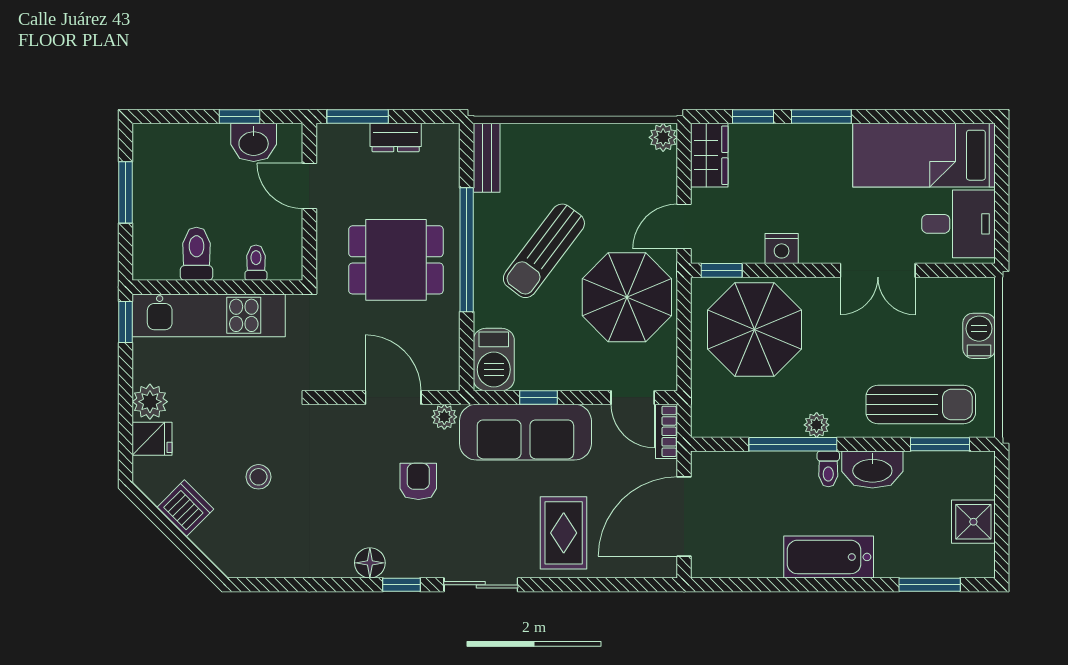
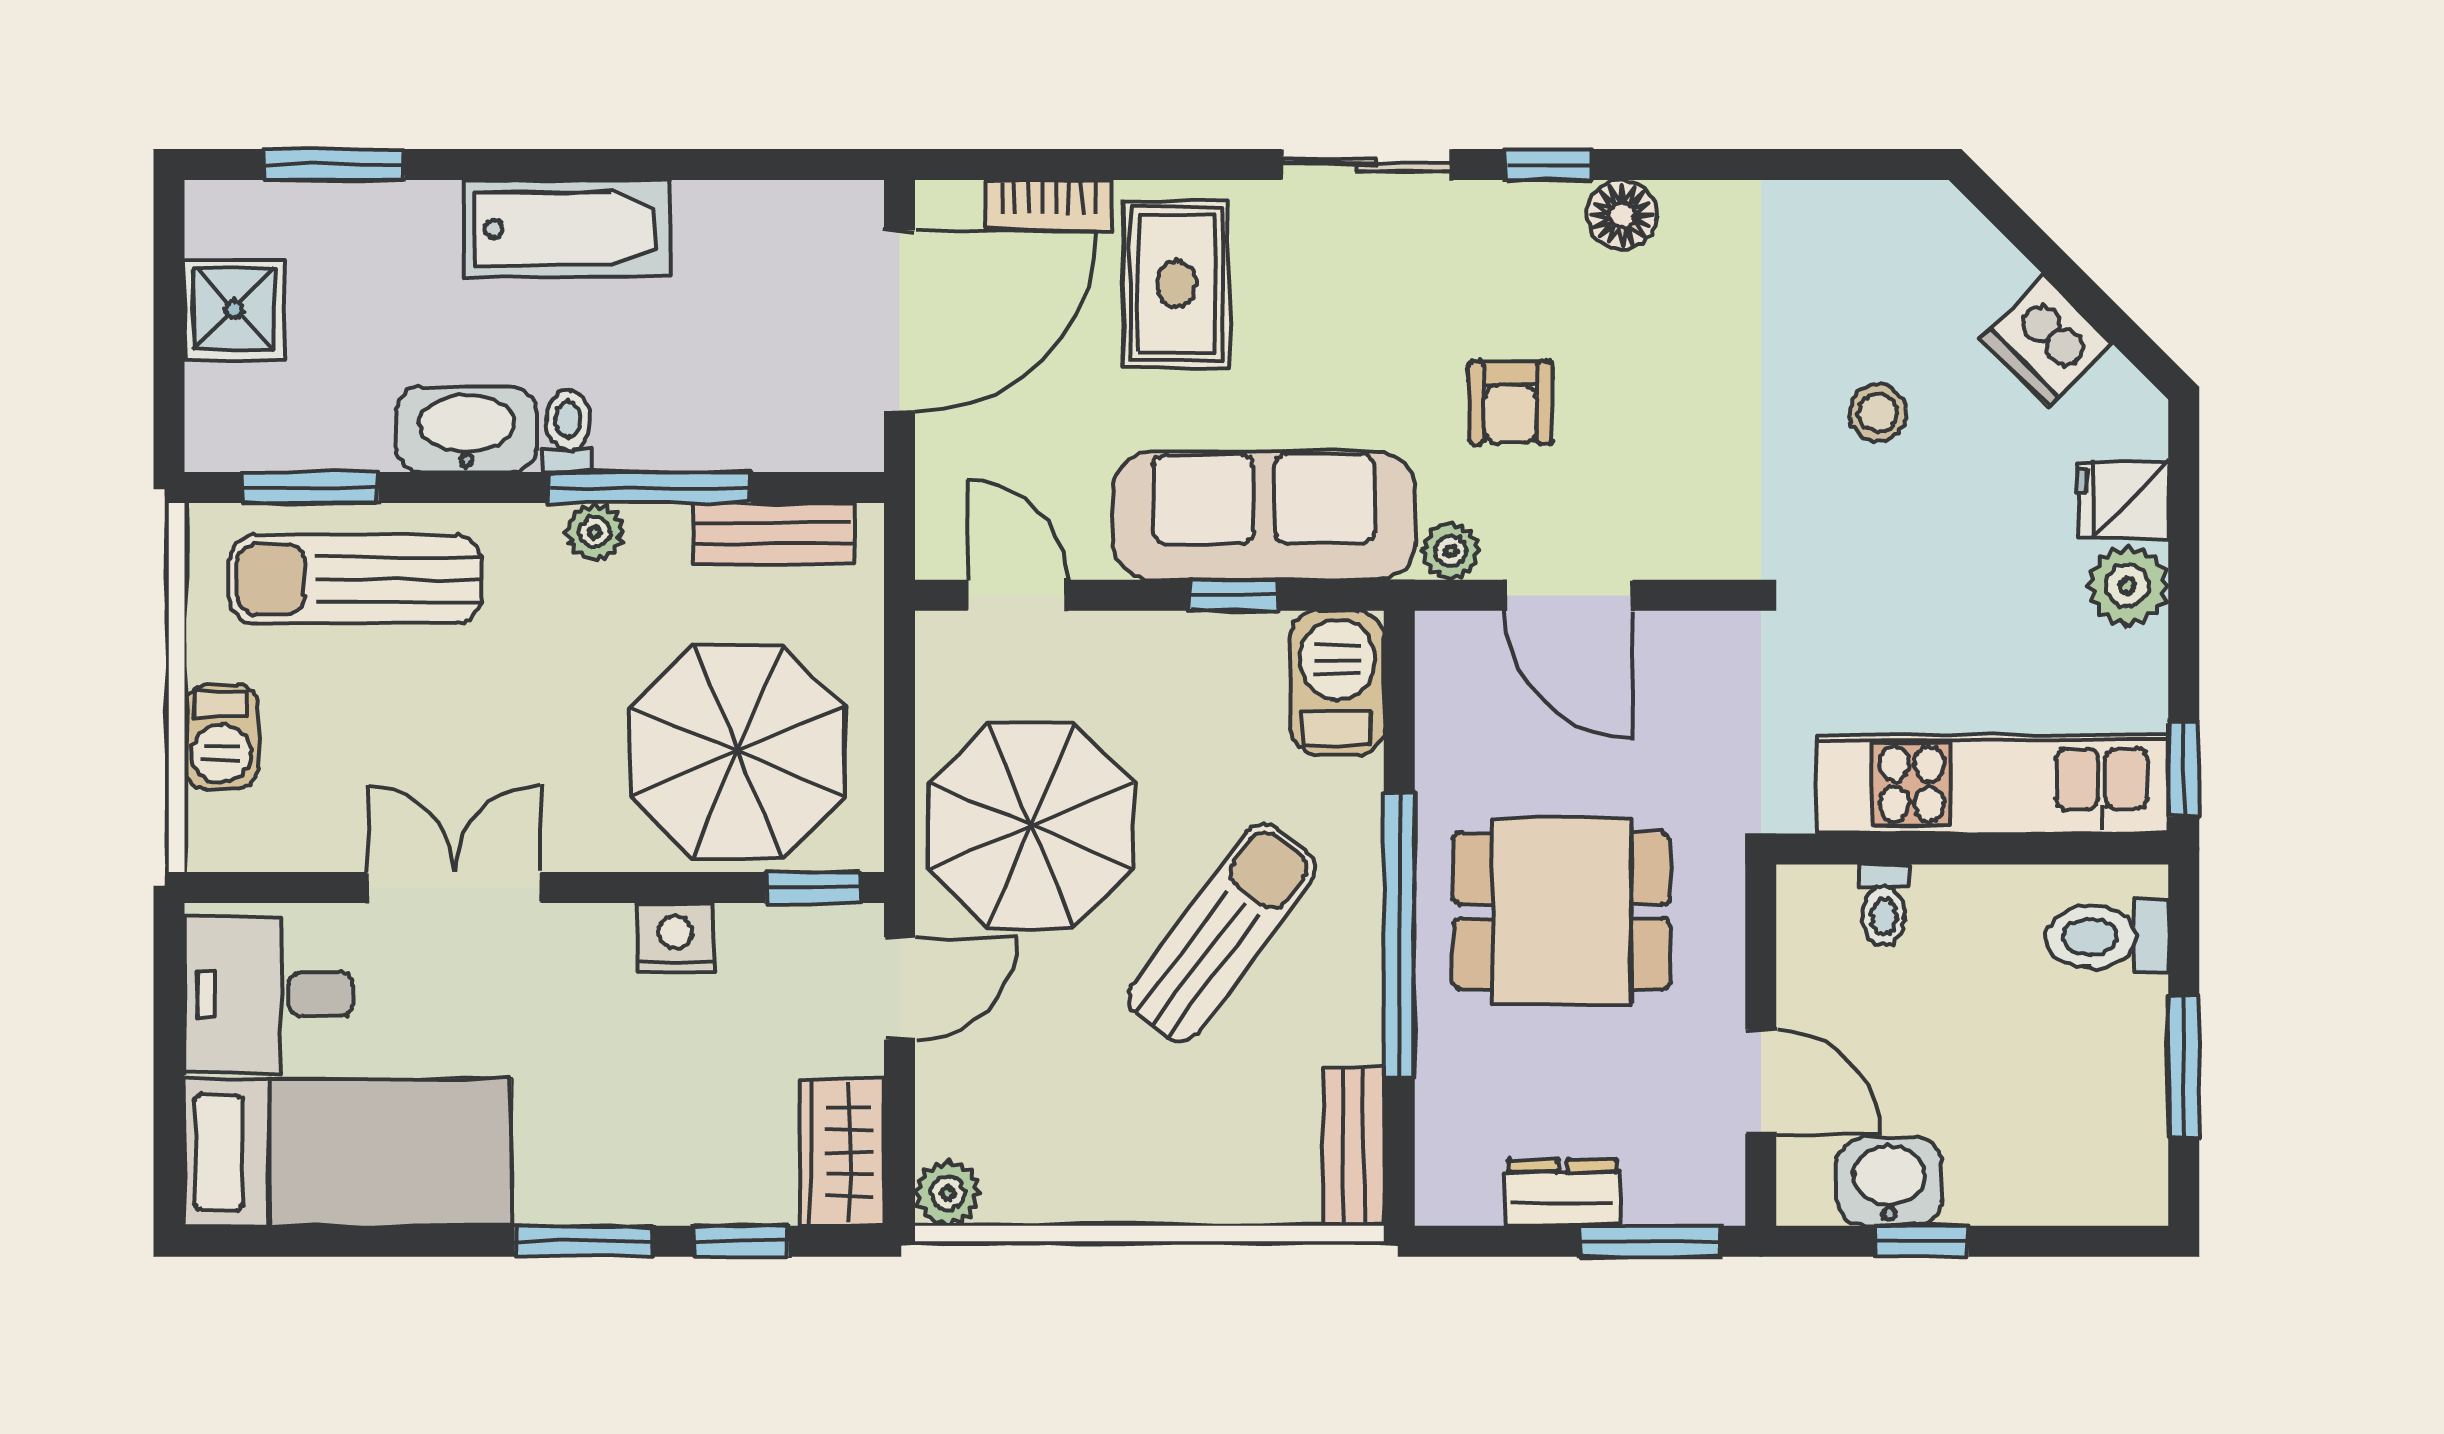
toilet: (196, 254) -> (2107, 937), moved, turned 90
bench: (739, 424) -> (774, 534), added
bookcase: (666, 431) -> (1048, 205), moved, turned 90

